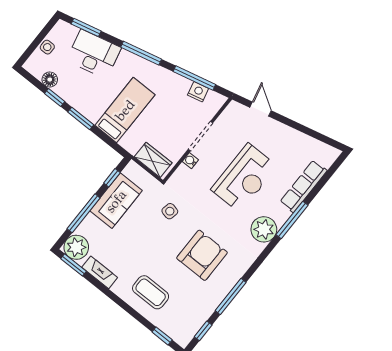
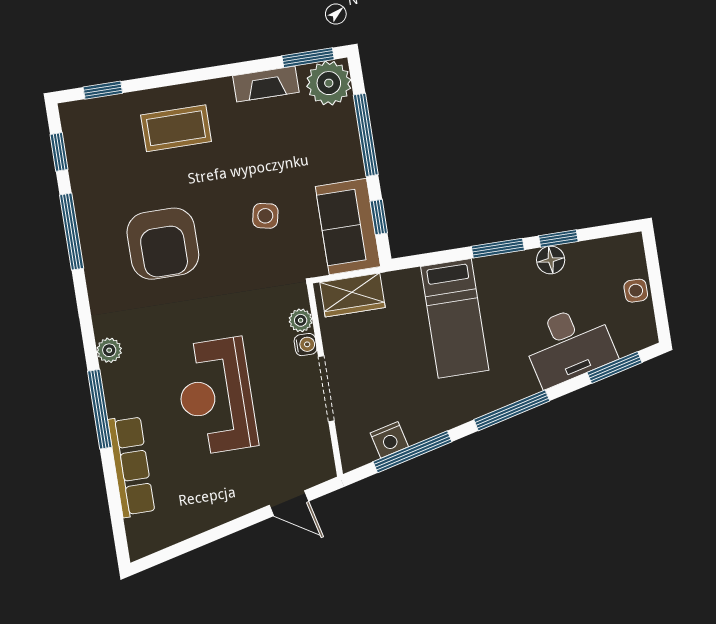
floor lamp: (50, 80) -> (551, 260), moved
plant: (182, 171) -> (301, 320), added
sofa: (116, 201) -> (348, 226), moved
side table: (170, 211) -> (265, 216), moved
plant: (264, 229) -> (109, 350), width x0.53, depth x0.53

